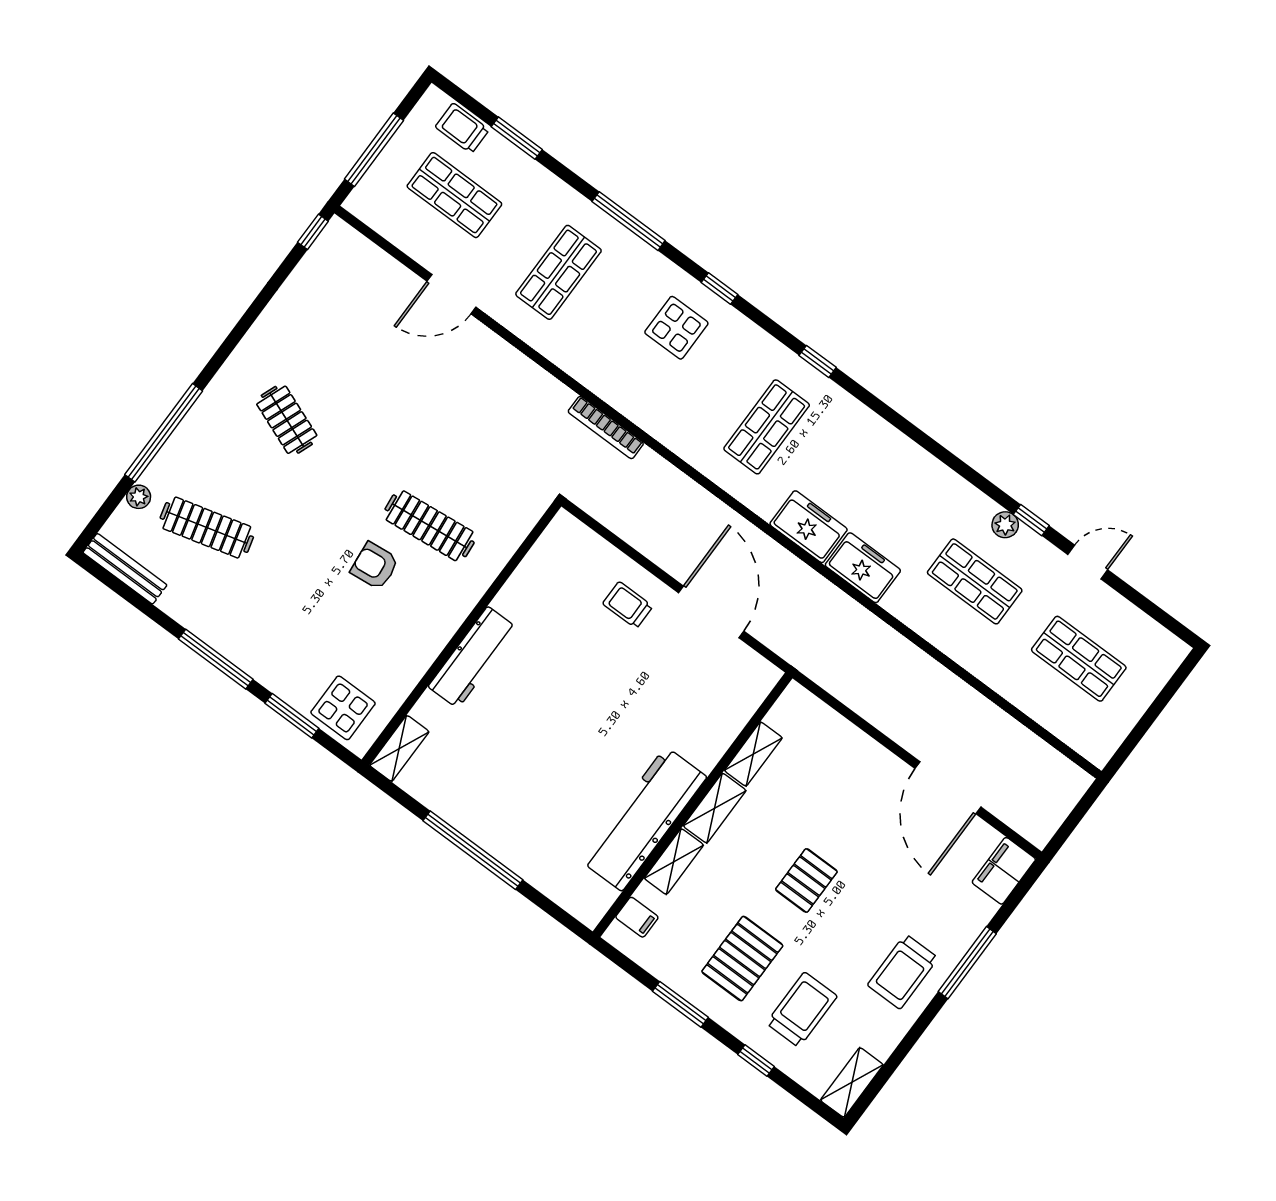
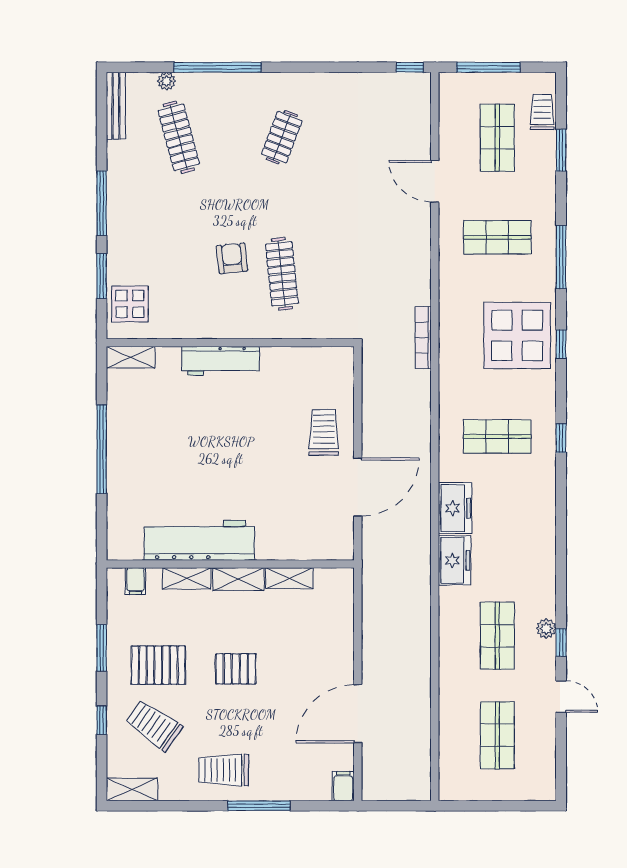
display table: (676, 328) -> (517, 335), width x1.86, depth x1.86
trolley: (628, 605) -> (324, 432), width x1.36, depth x1.39
filing cabinet: (1004, 871) -> (343, 786), width x0.50
trolley: (802, 1010) -> (154, 725), turned -145

